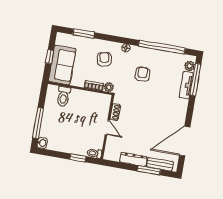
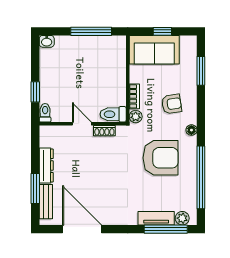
armchair: (142, 74) -> (161, 158), width x1.88, depth x1.88
toilet: (63, 96) -> (113, 114), moved
window: (38, 123) -> (91, 31), moved
door: (107, 128) -> (82, 124), swing flipped

